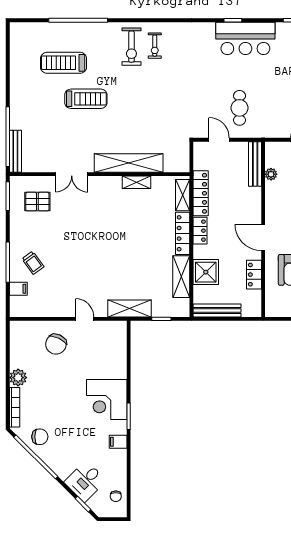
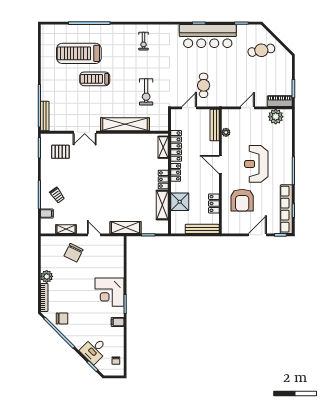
bar counter: (245, 38) -> (208, 36), width x1.36
exercise bike: (131, 47) -> (146, 92), moved
treadmill: (64, 63) -> (79, 53), width x1.37, depth x1.38
treadmill: (86, 99) -> (95, 79), turned 180
door: (219, 140) -> (189, 108), hinge flipped
shelving: (136, 182) -> (66, 229), moved
locker: (183, 233) -> (163, 179), width x0.66
door: (263, 237) -> (220, 165), moved
bench: (217, 310) -> (202, 229), moved

